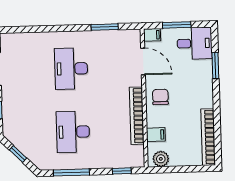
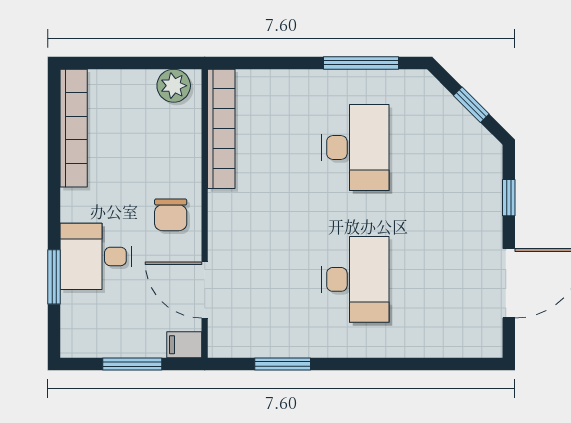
desk: (195, 43) -> (96, 256), moved
bookcase: (137, 116) -> (221, 129), moved
filing cabinet: (156, 135) -> (182, 137), removed
window: (122, 171) -> (256, 63), removed

